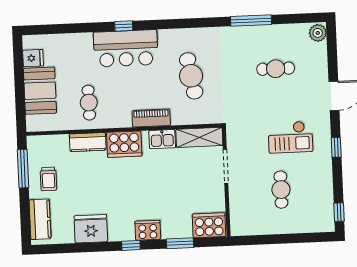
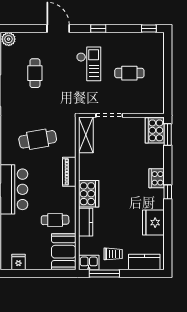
booth: (40, 91) -> (64, 252), moved, turned 90
kitchen sink: (162, 139) -> (89, 262), moved, turned -90
window: (180, 243) -> (168, 134), moved

